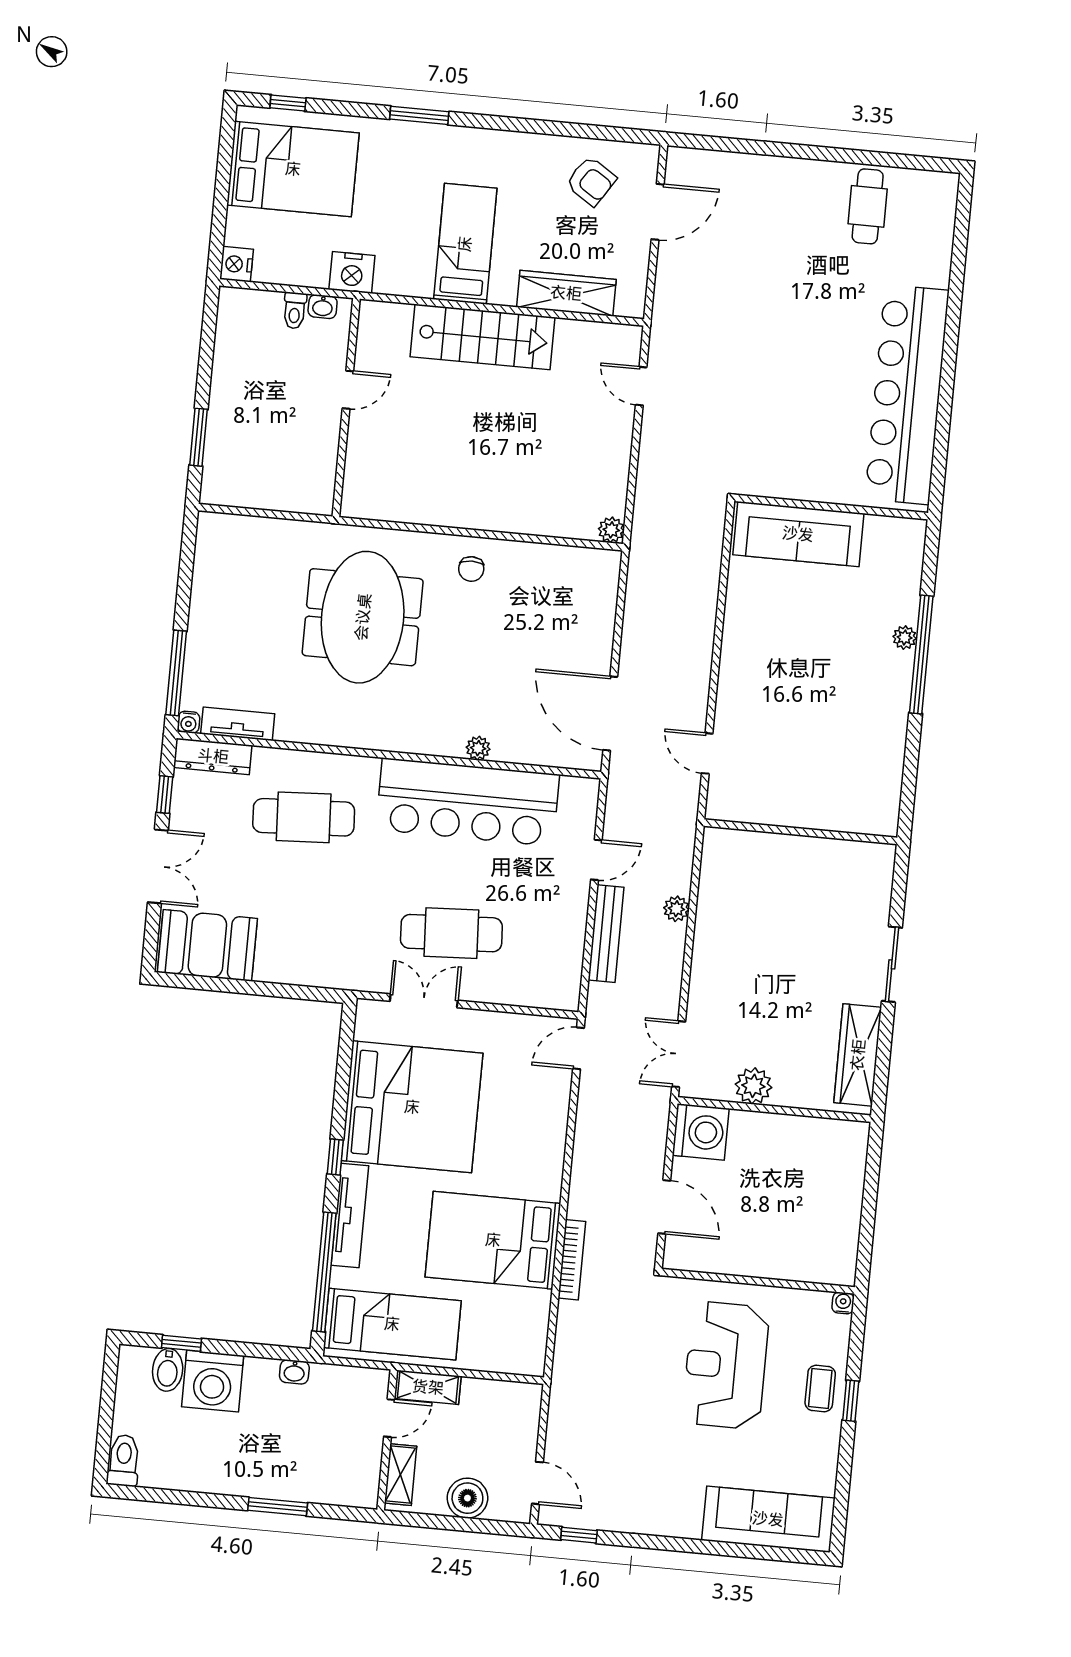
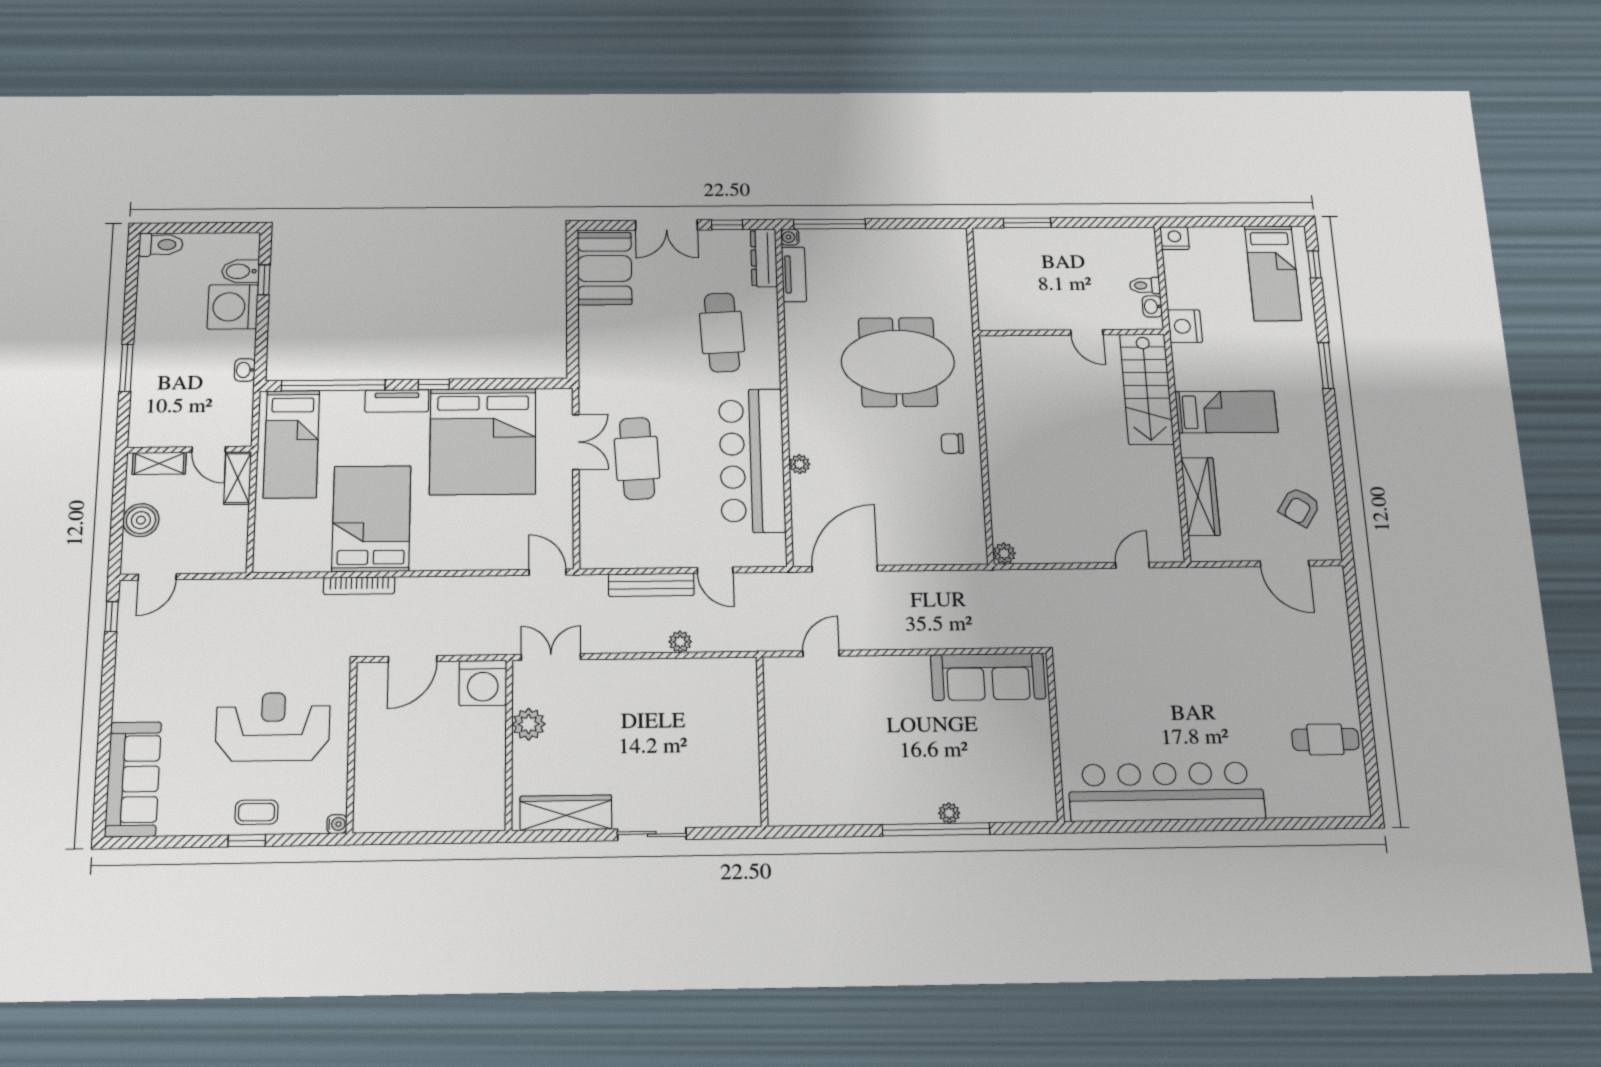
bed: (293, 169) -> (1273, 273), width x0.67
stairs: (483, 337) -> (1147, 389), moved
sofa: (798, 534) -> (988, 677), moved, turned -90
tv unit: (350, 1216) -> (397, 401), width x0.71

